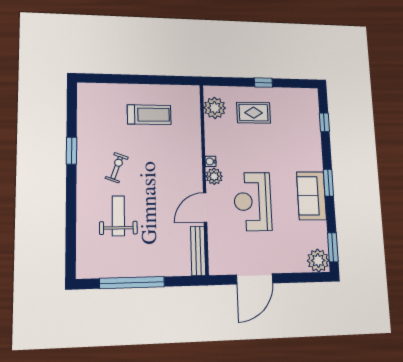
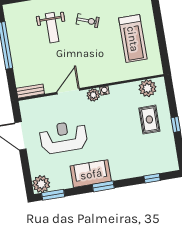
treadmill: (149, 115) -> (133, 39), width x1.37, depth x1.38
reception desk: (253, 202) -> (63, 137), moved
door: (205, 208) -> (68, 91), hinge flipped
weight bench: (118, 216) -> (52, 28), turned 90
bench: (198, 251) -> (30, 91), width x0.73

